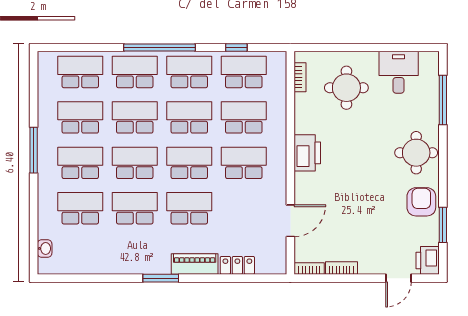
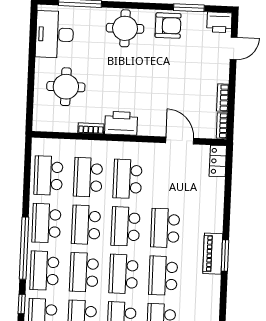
window: (236, 48) -> (22, 304), moved
desk: (399, 72) -> (55, 34), width x1.37
bookcase: (300, 77) -> (91, 128), moved
armchair: (421, 202) -> (168, 26), turned 180
piano: (195, 264) -> (213, 254), moved
locker: (237, 265) -> (218, 161), moved
door: (398, 278) -> (234, 48), hinge flipped

